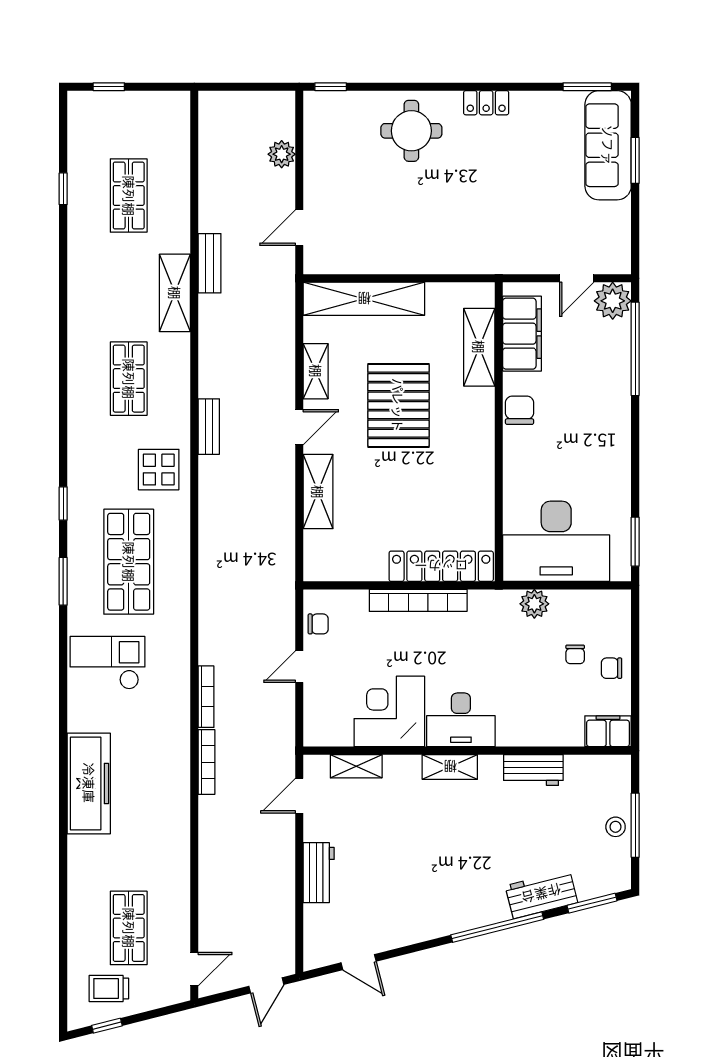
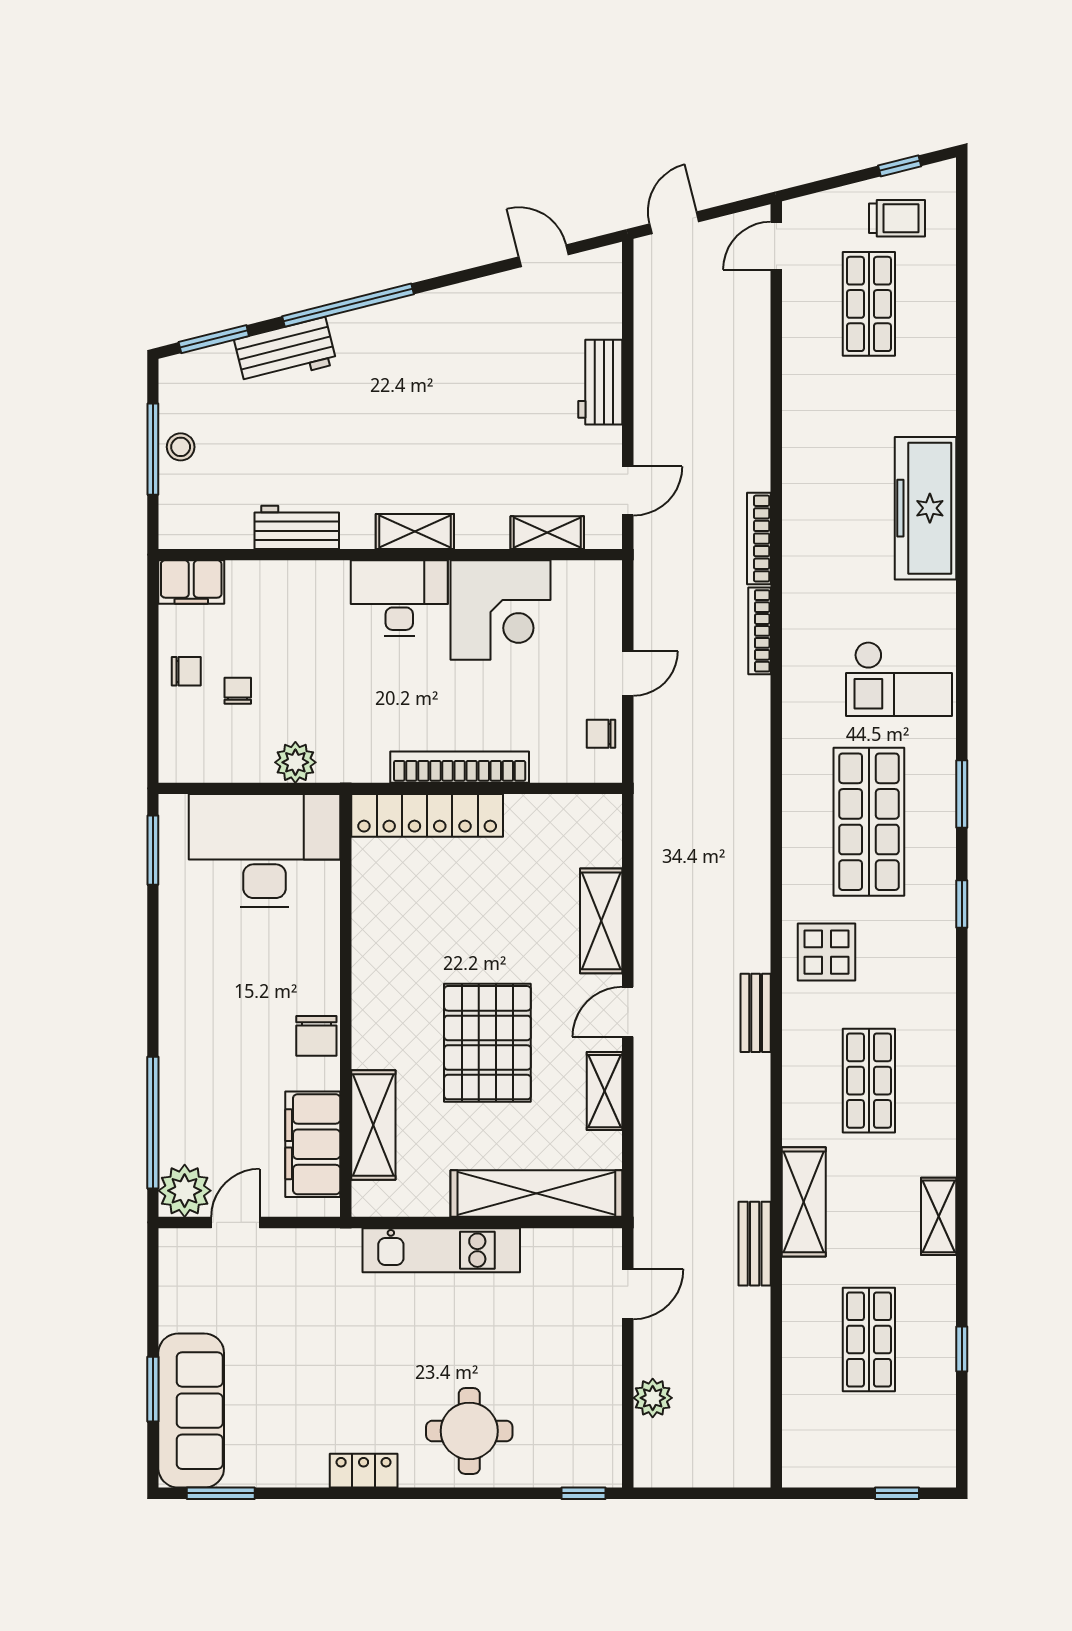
kitchen unit: (431, 259) -> (441, 1250), added
shelving: (79, 283) -> (939, 1216), added

